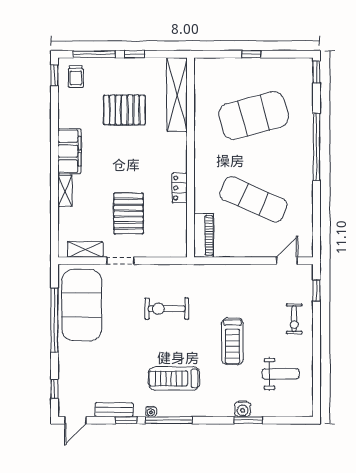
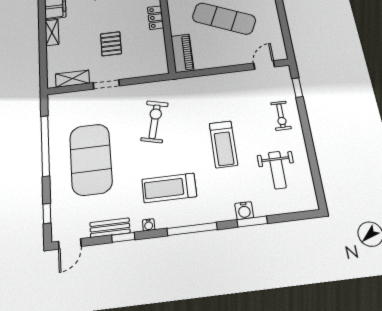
pallet: (129, 214) -> (111, 44), width x0.67, depth x0.71
exercise mat: (82, 305) -> (91, 159), moved
exercise bike: (167, 309) -> (155, 122), turned 104
weight bench: (281, 374) -> (277, 170), turned 90
window: (169, 420) -> (192, 229), moved

